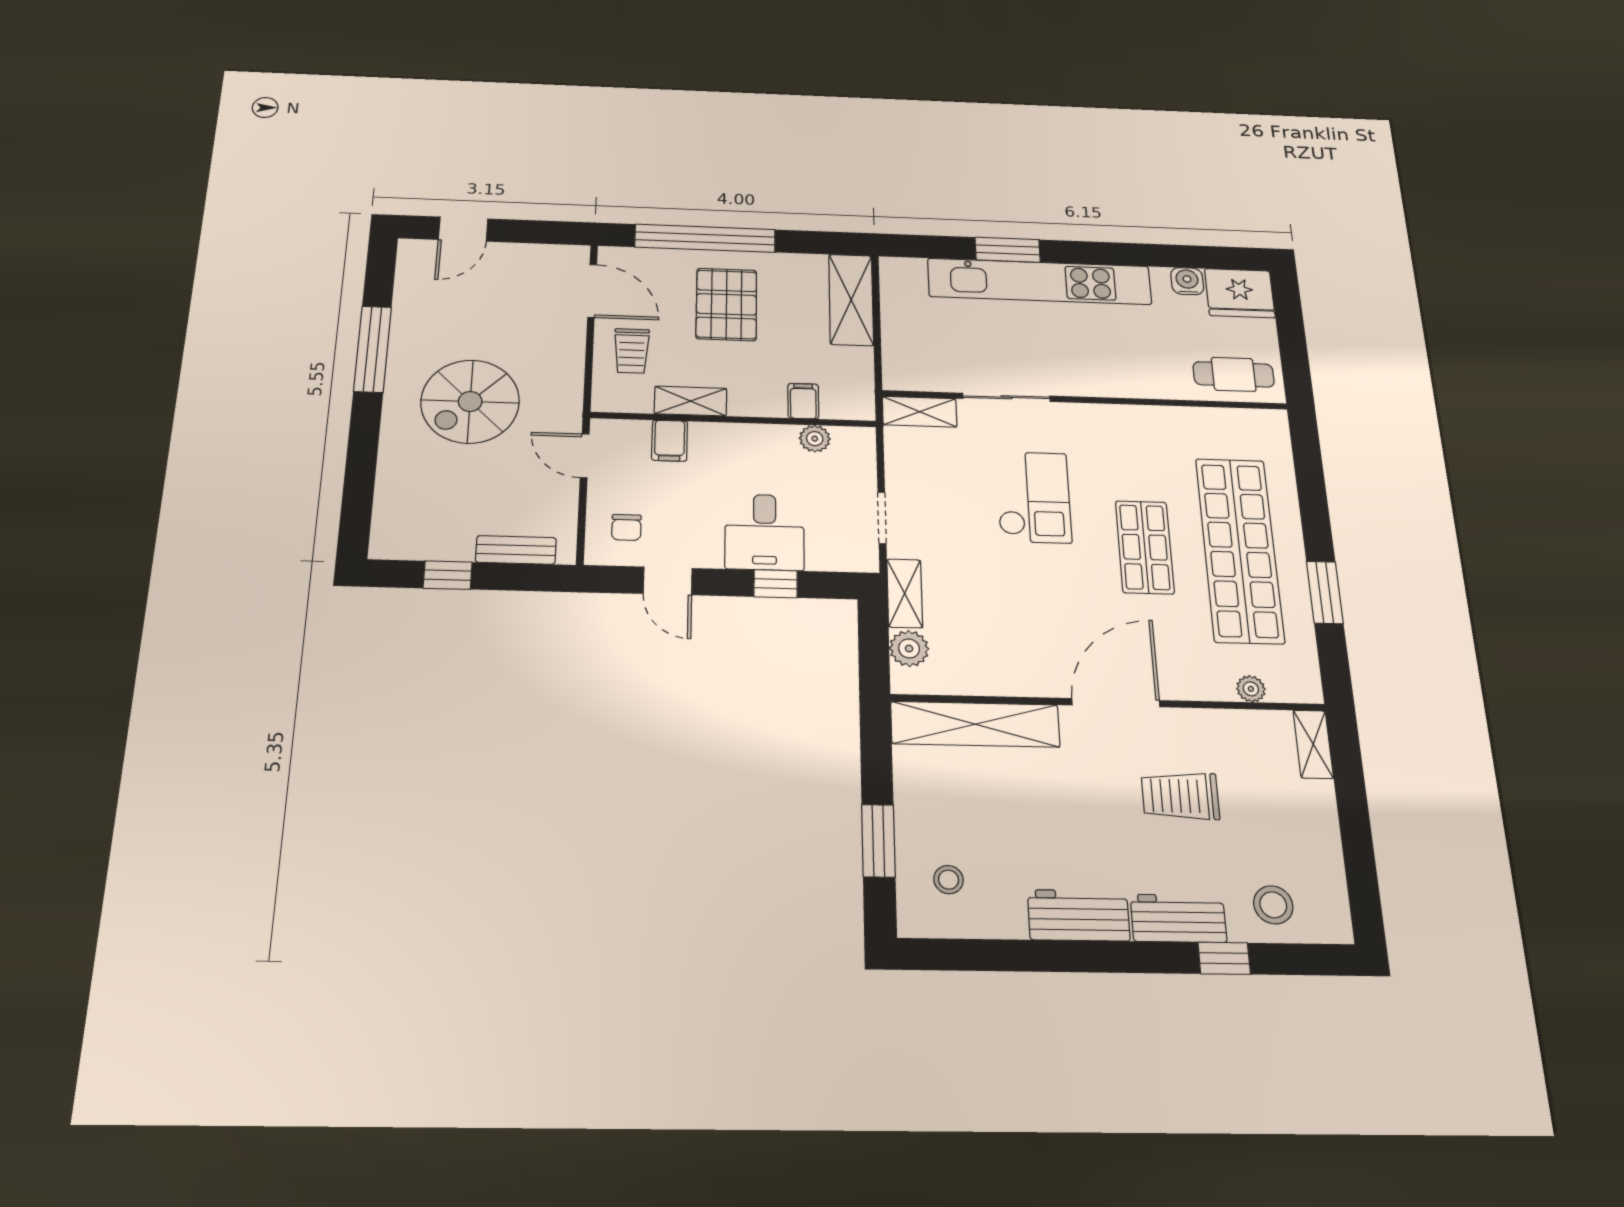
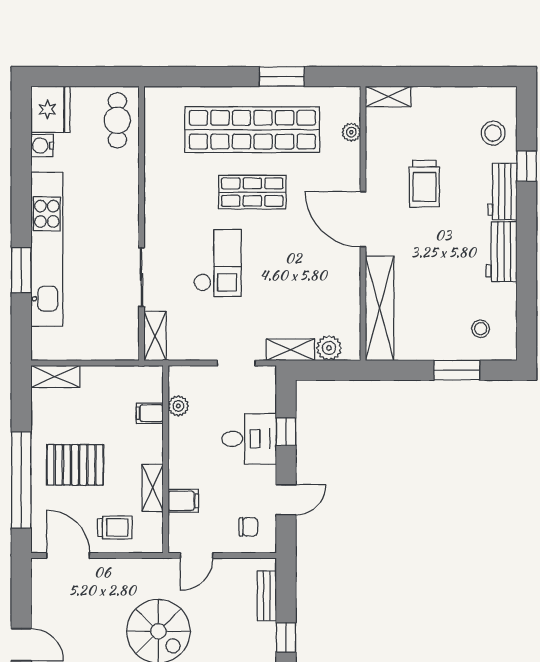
door: (592, 291) -> (68, 555), hinge flipped
shelving: (851, 300) -> (55, 376), width x0.67, depth x0.75
checkout: (1034, 497) -> (218, 263), turned 90

